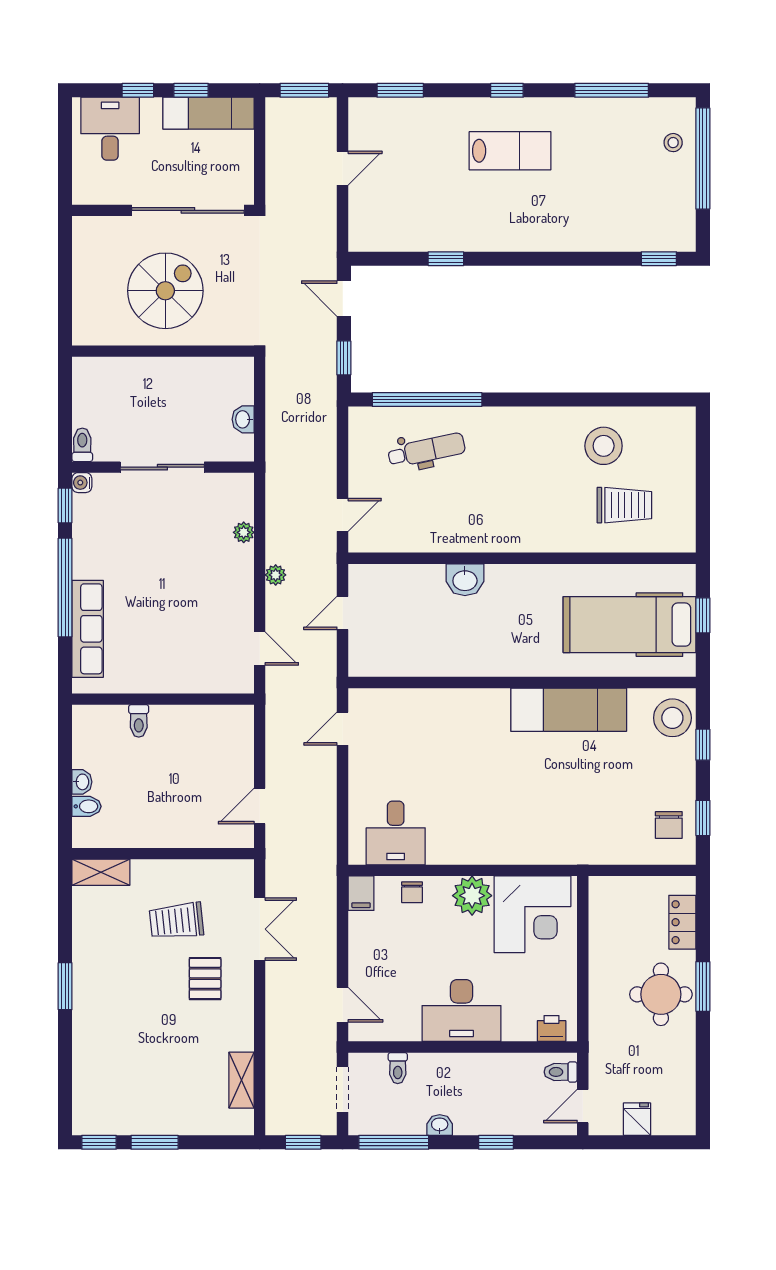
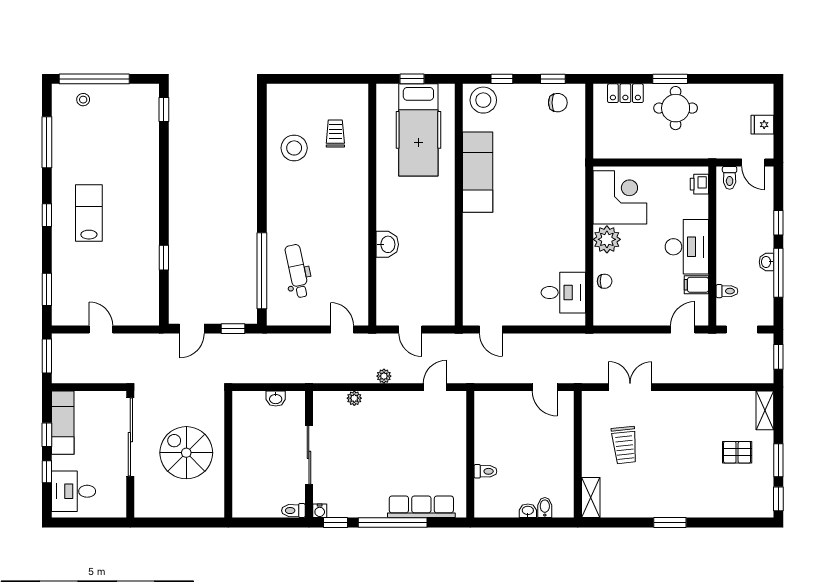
trolley: (624, 505) -> (335, 133), width x0.73, depth x0.72
filing cabinet: (361, 893) -> (696, 285), moved, turned 180
pallet: (205, 979) -> (737, 452), moved
shelving: (242, 1080) -> (765, 410), moved, turned 90
window: (394, 1142) -> (778, 273), moved

